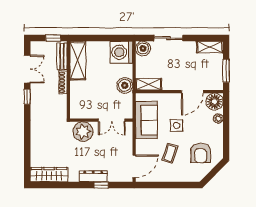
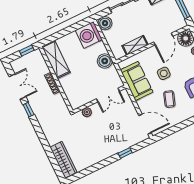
bench: (62, 56) -> (41, 62), removed
shelving: (149, 84) -> (135, 45), moved
plant: (83, 132) -> (87, 112), width x0.53, depth x0.53
door: (134, 166) -> (145, 124), hinge flipped
wardrobe: (49, 175) -> (63, 160), moved, turned 90
dresser: (93, 176) -> (115, 149), removed

